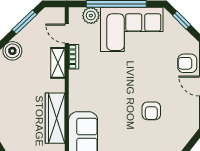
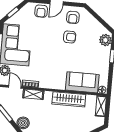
door: (67, 33) -> (15, 87), swing flipped
armchair: (182, 113) -> (73, 17), added

